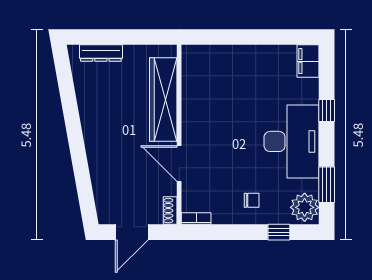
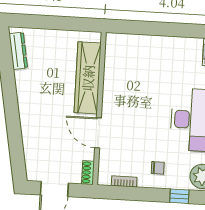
dresser: (101, 53) -> (18, 51), moved, turned -100
bookcase: (196, 219) -> (124, 181), moved

